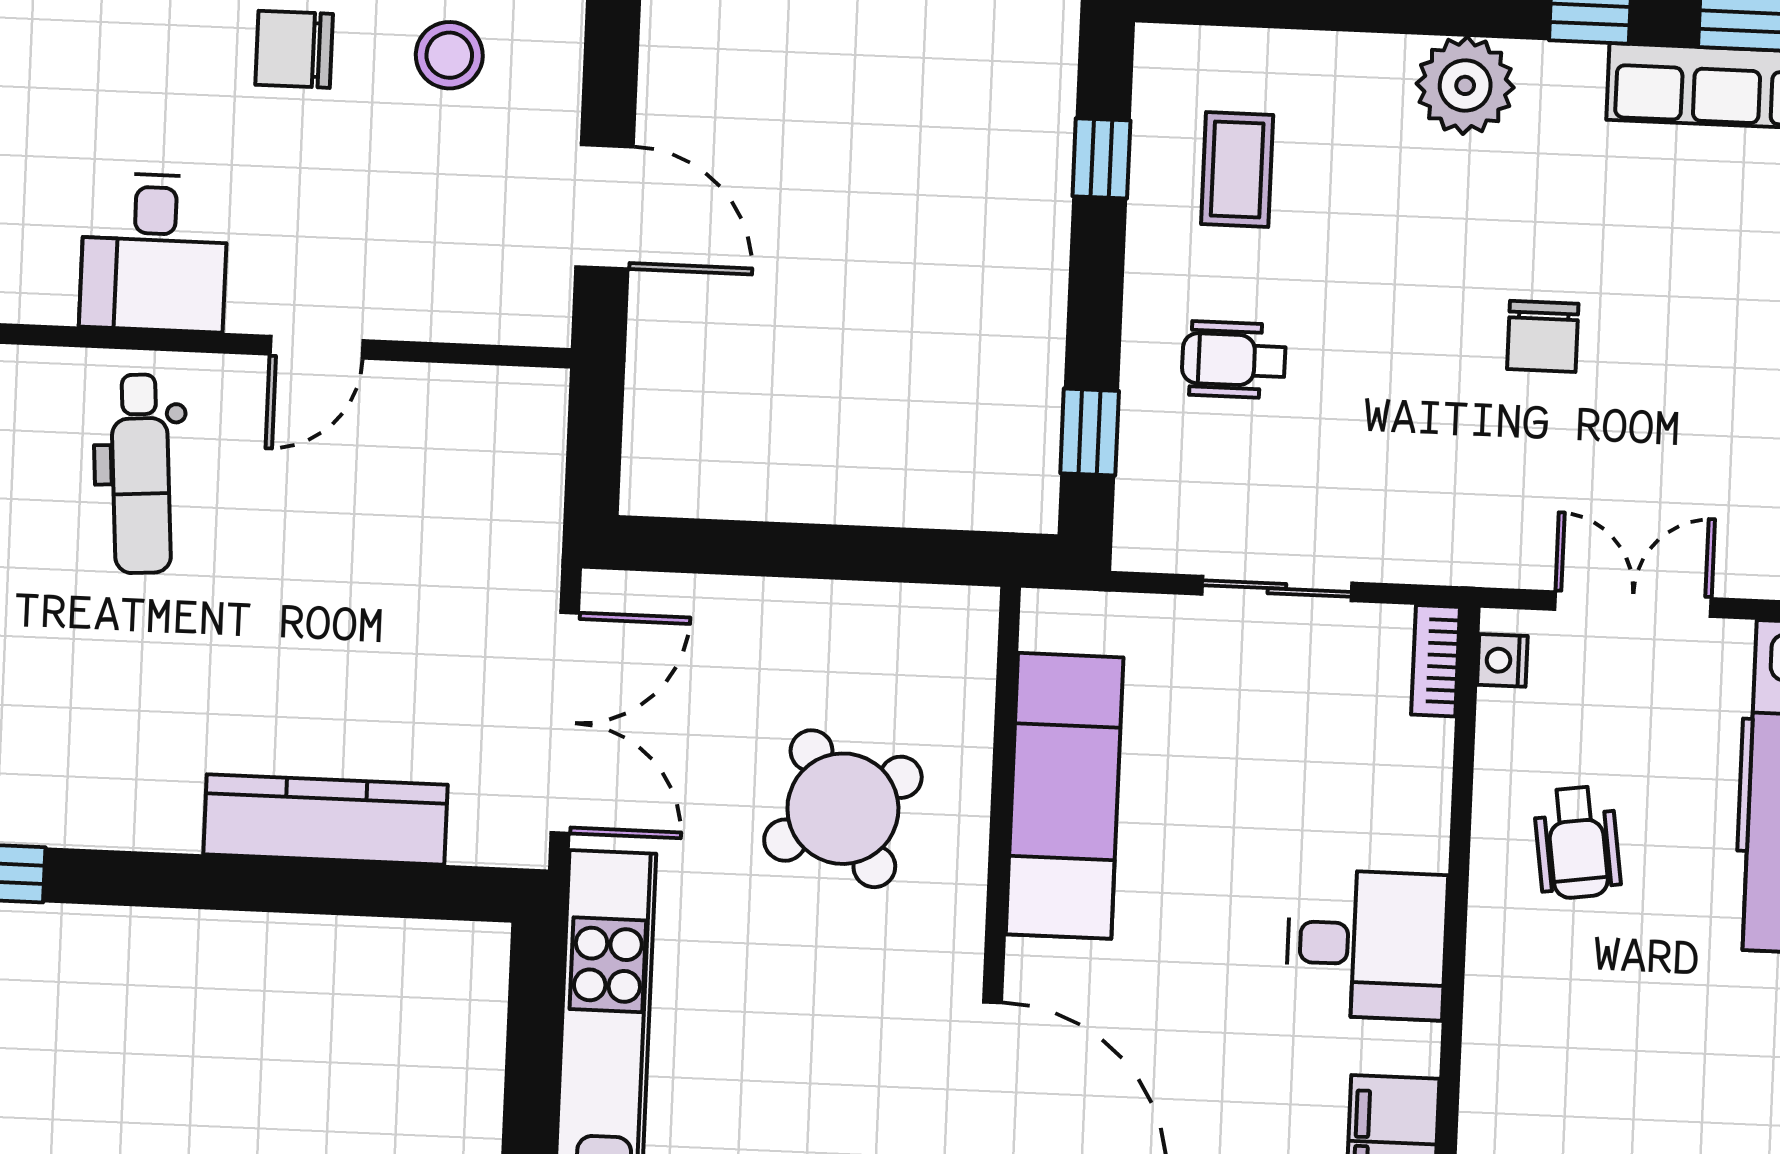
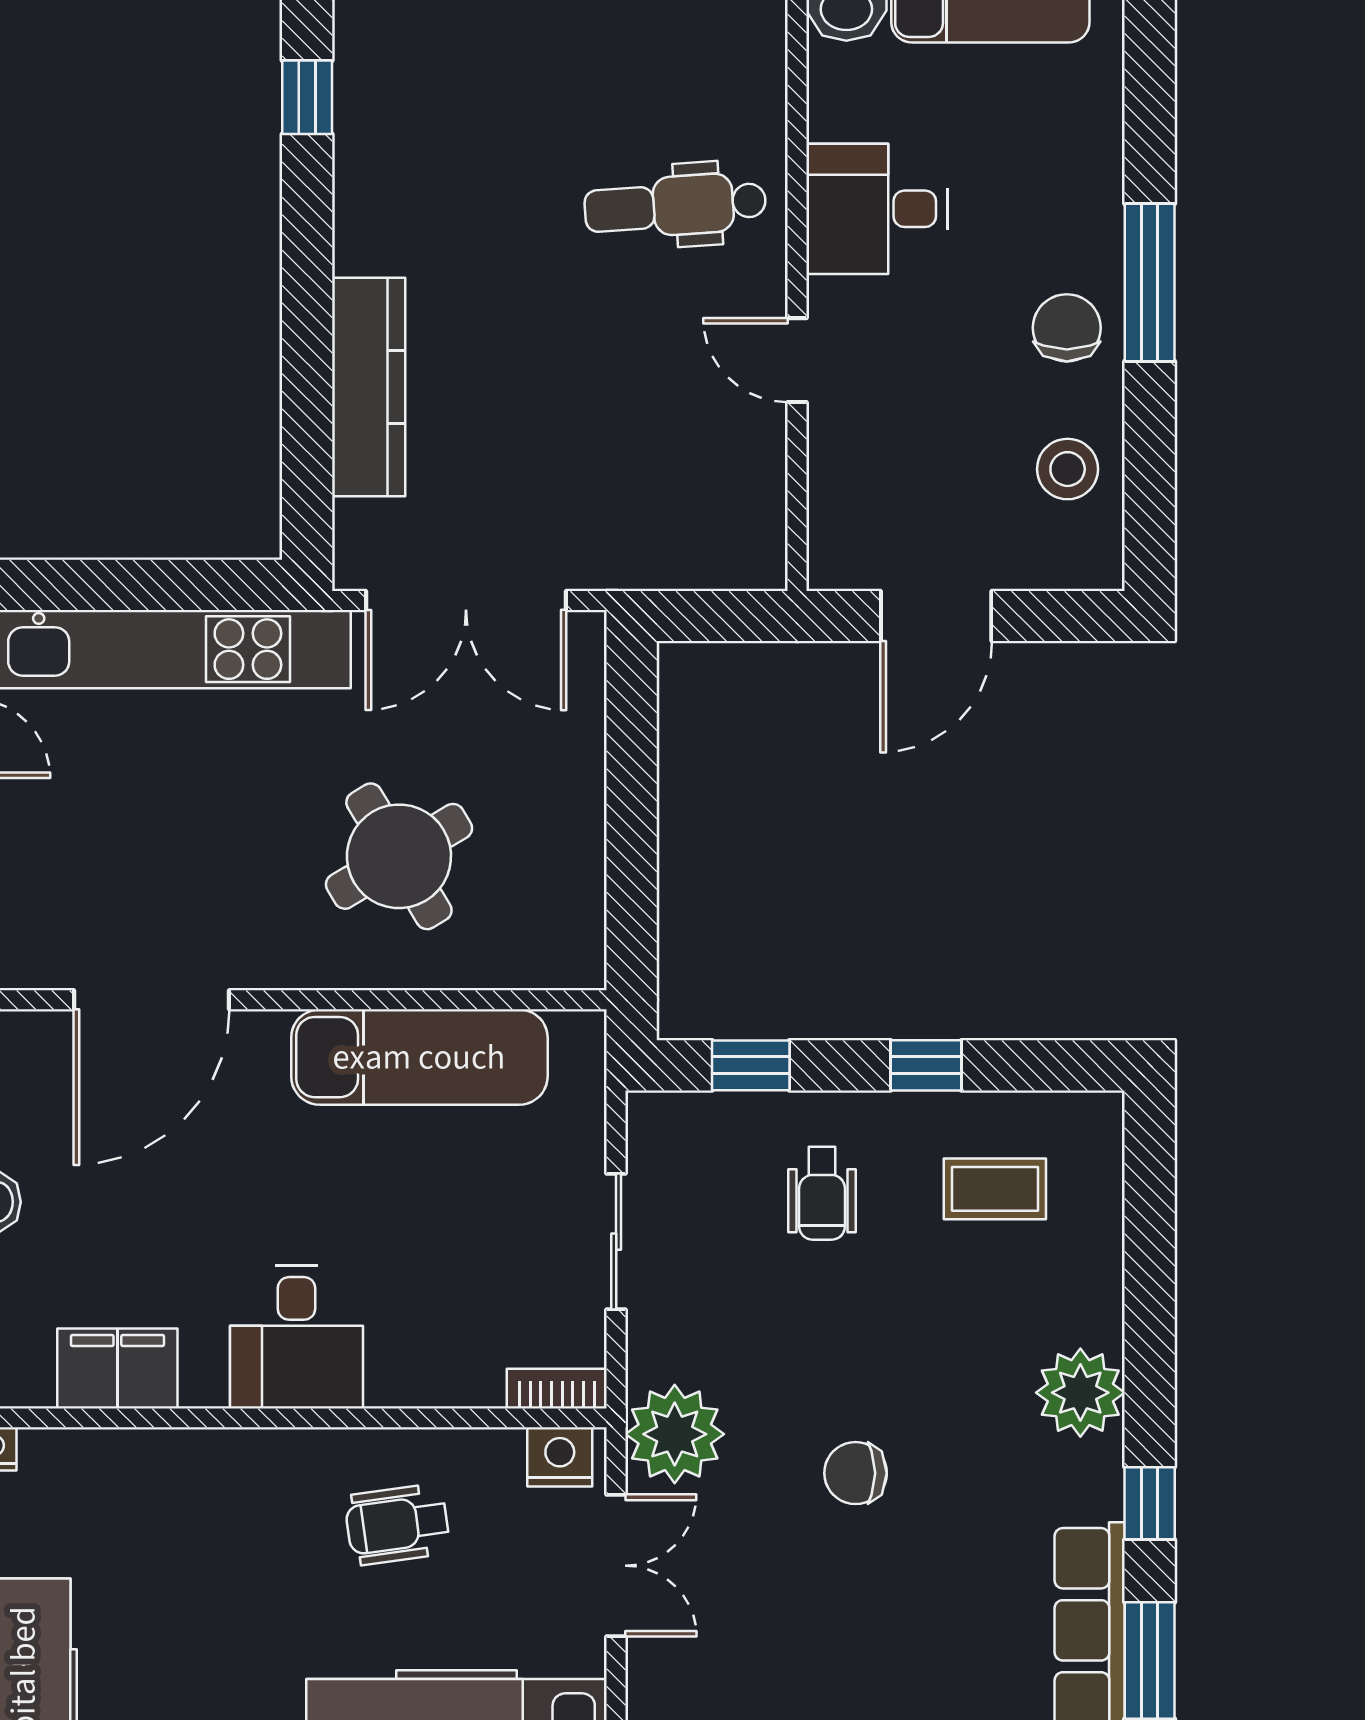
window: (1101, 158) -> (926, 1065), moved
wheelchair: (1234, 360) -> (822, 1193), turned 180
plant: (1491, 533) -> (675, 1434), added
nightstand: (1502, 660) -> (560, 1457), width x1.39, depth x1.35

